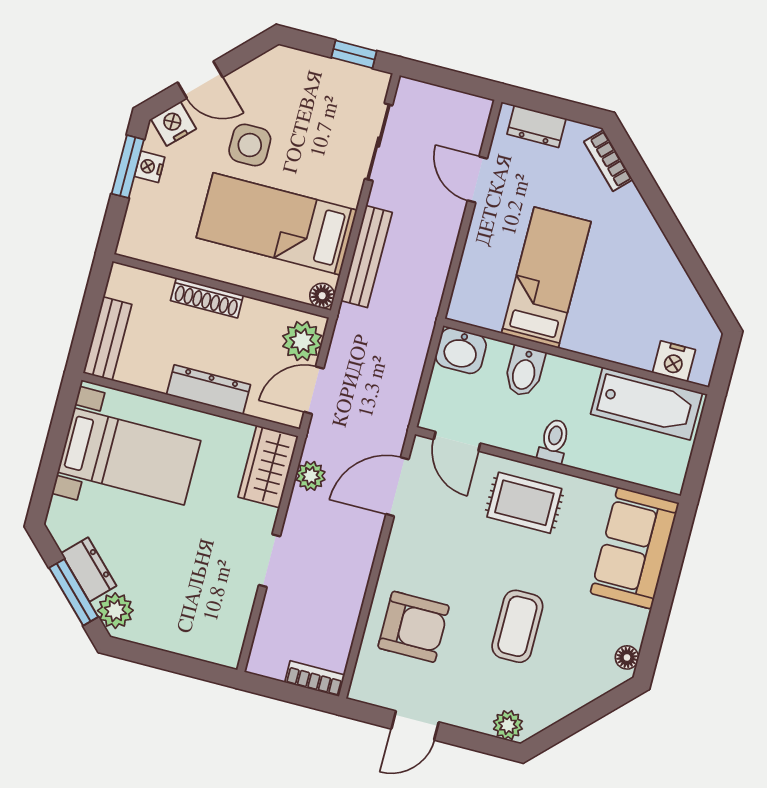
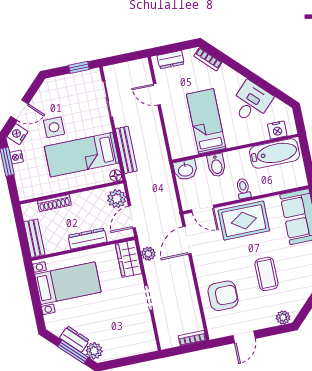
desk: (650, 284) -> (251, 102), added
shoe rack: (207, 298) -> (54, 203), moved
rug: (524, 503) -> (244, 221), width x1.36, depth x1.43

